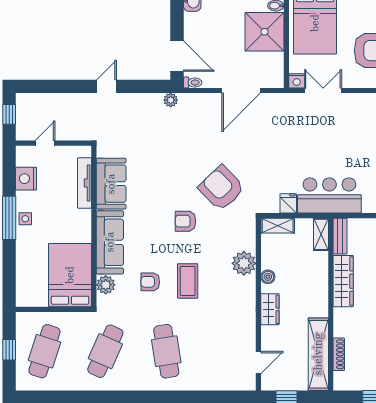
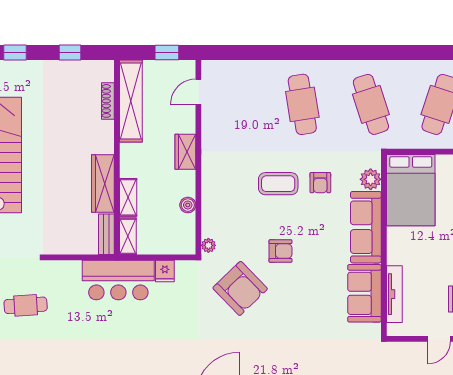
shelving: (278, 226) -> (128, 197), moved, turned 90
plant: (244, 263) -> (208, 245), moved, width x0.53, depth x0.53
boiler: (268, 277) -> (188, 205), moved
coffee table: (188, 281) -> (278, 184), turned 90
armchair: (150, 282) -> (320, 183), turned 90
cafe table: (105, 351) -> (371, 104), turned -42

